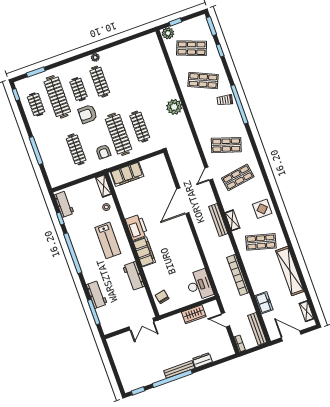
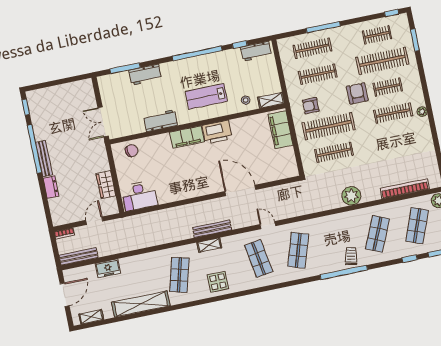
clothes rail: (55, 157) -> (312, 48), added
bookcase: (238, 275) -> (405, 189), moved

